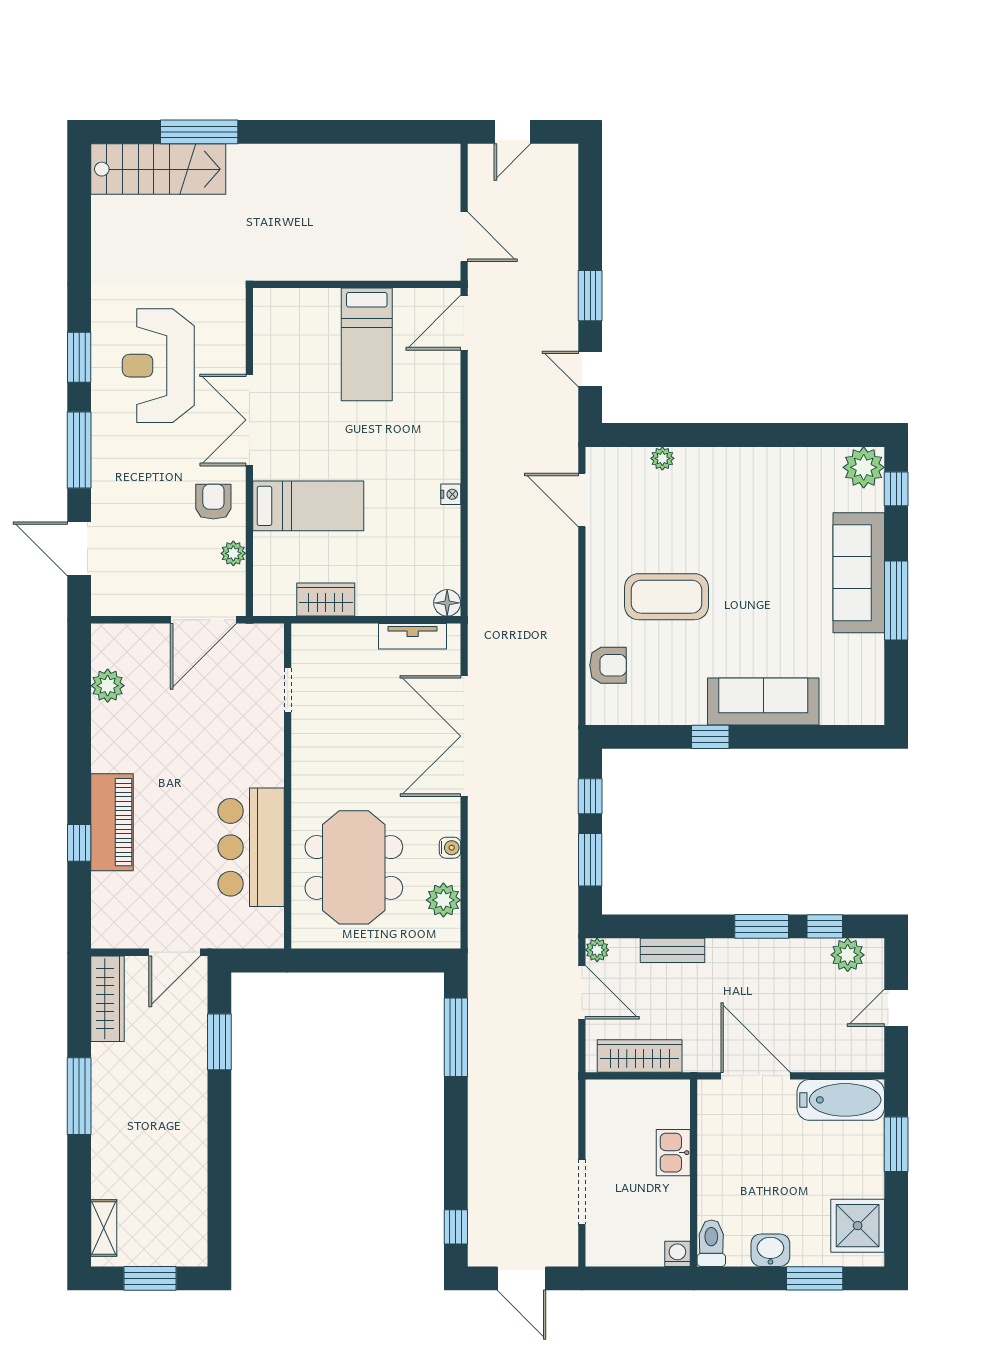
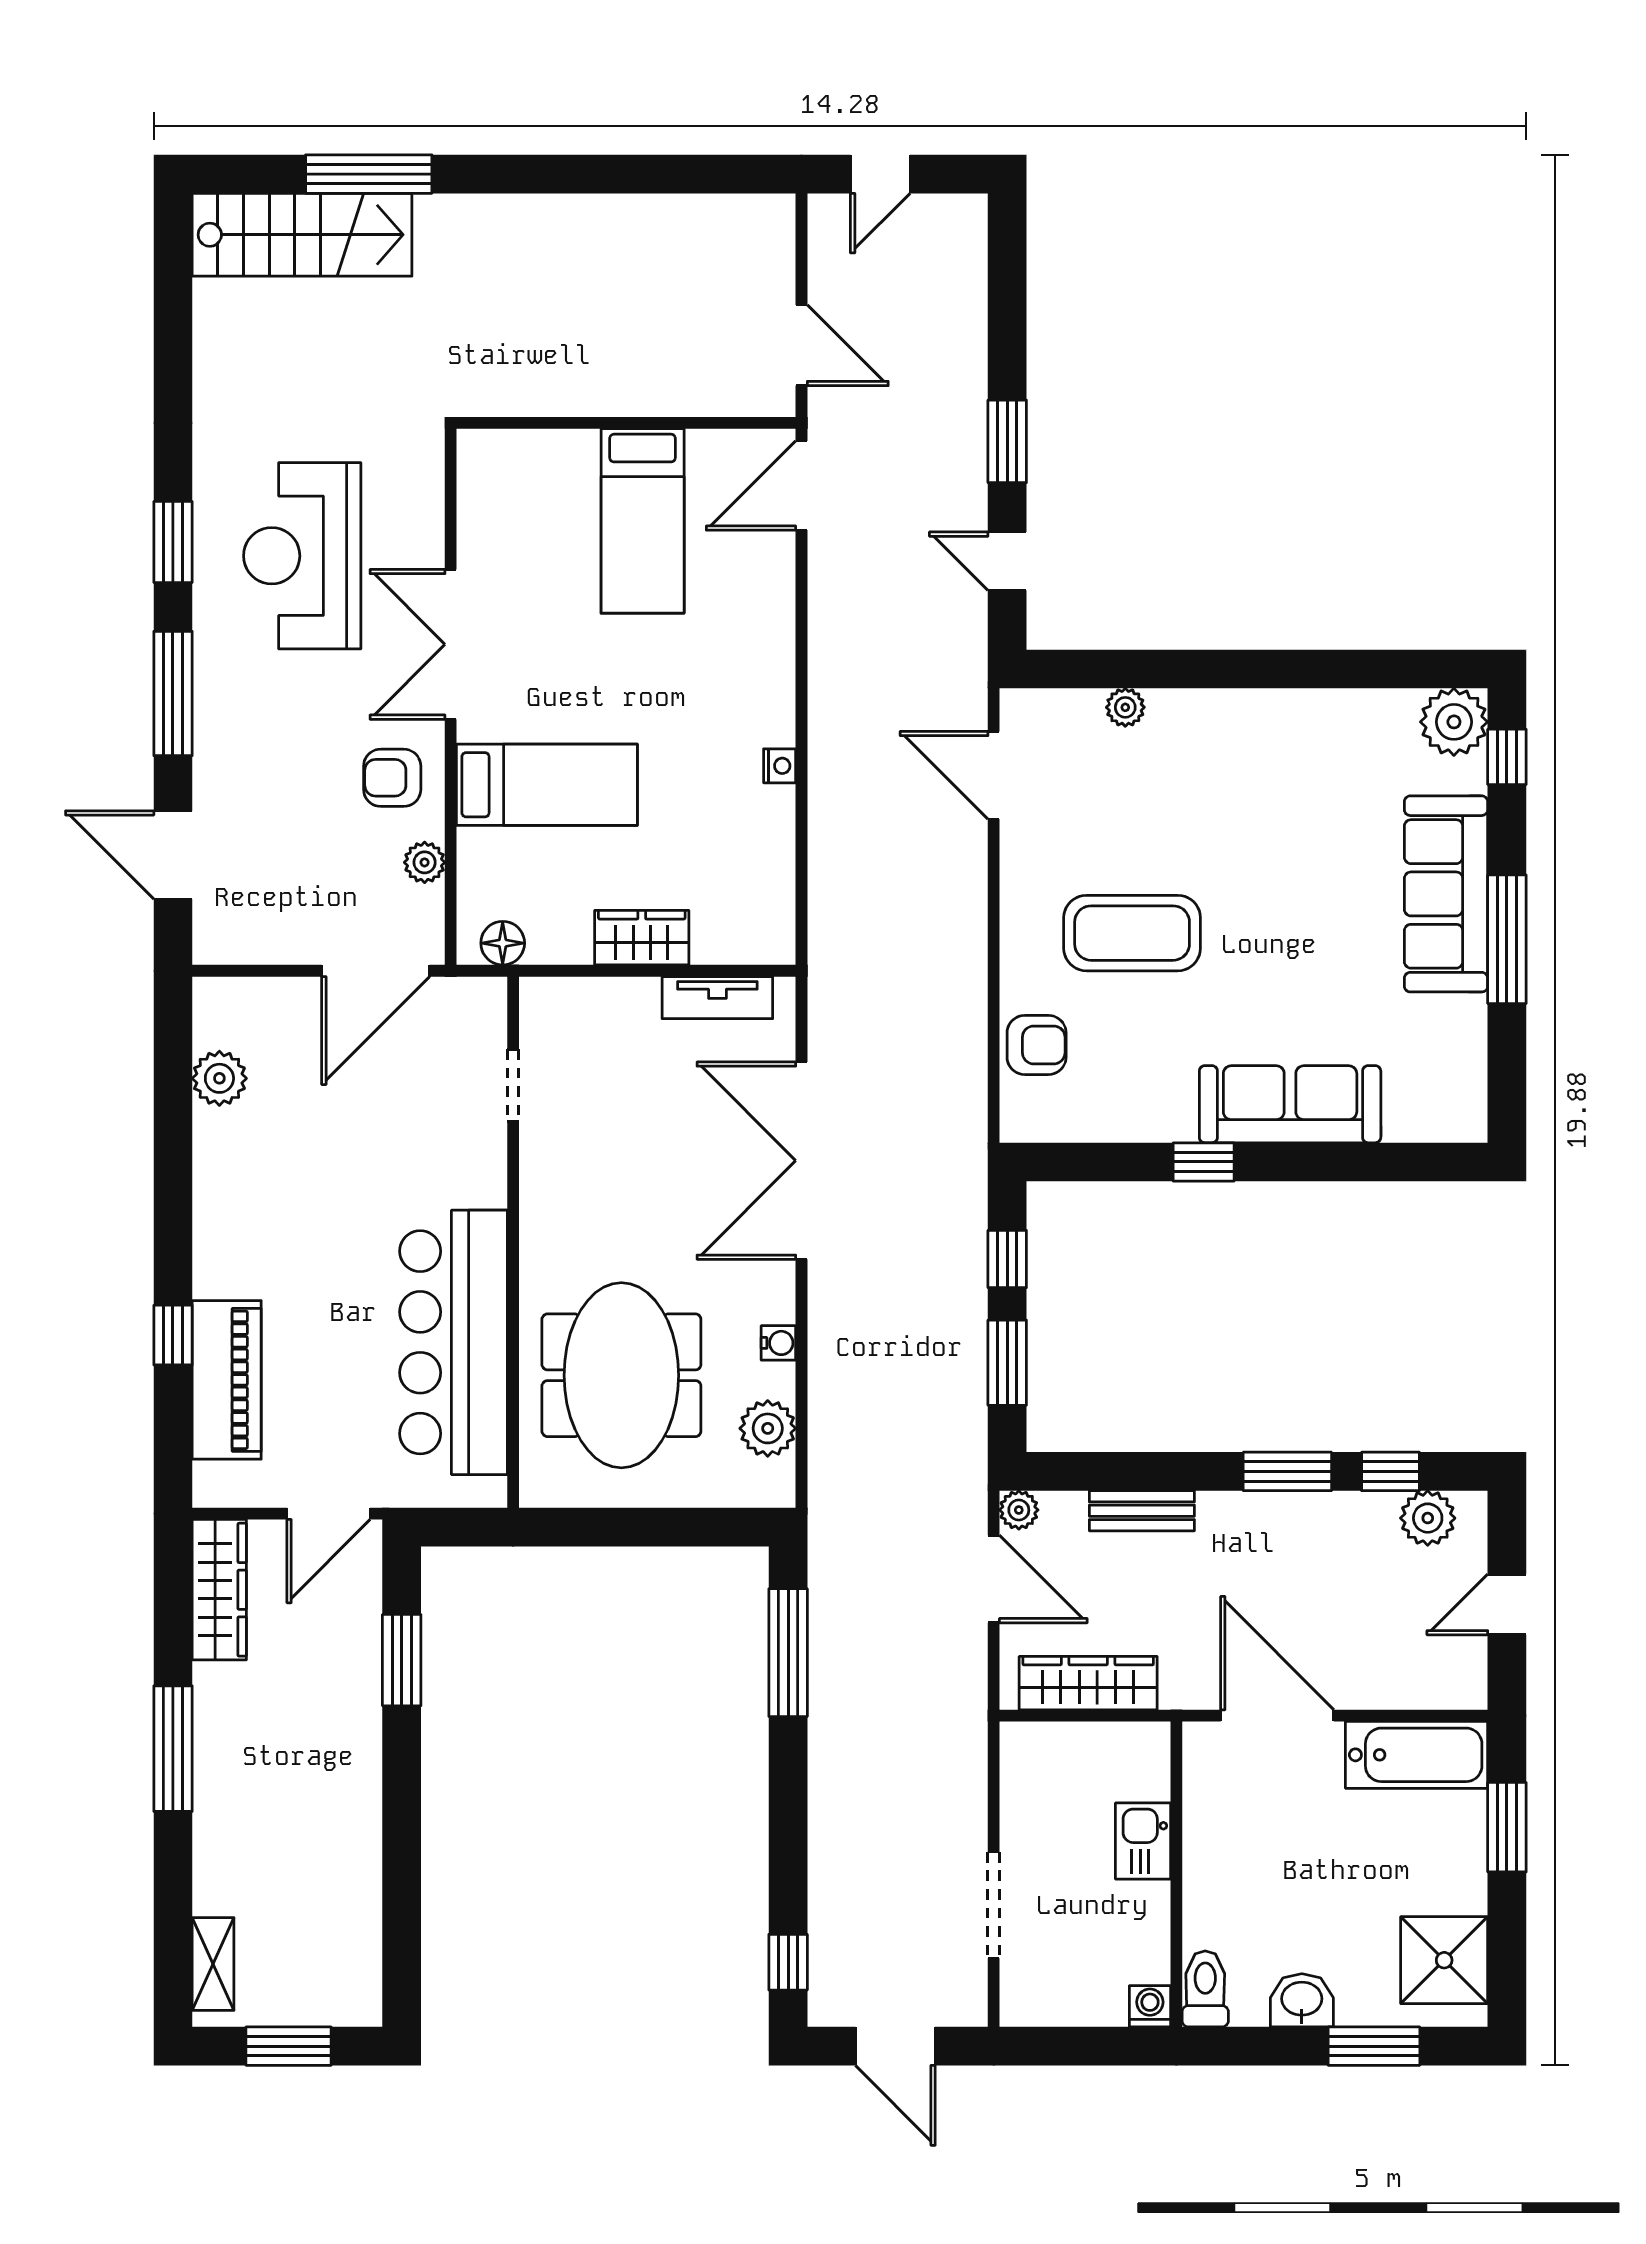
armchair: (213, 502) -> (392, 778), turned -90
wardrobe: (326, 600) -> (642, 938), moved
floor lamp: (447, 603) -> (503, 943), moved
piano: (112, 822) -> (227, 1380), moved
bar counter: (251, 847) -> (454, 1342), width x1.36

